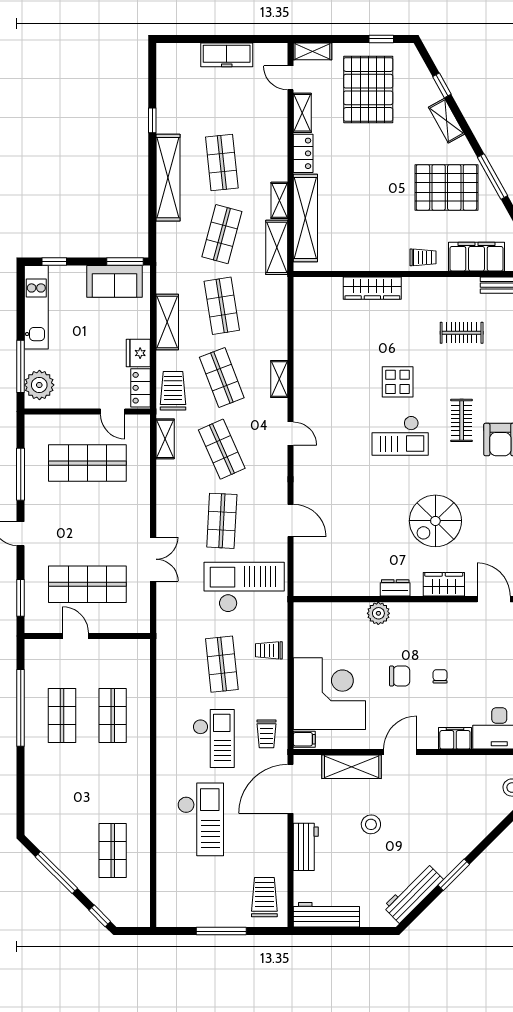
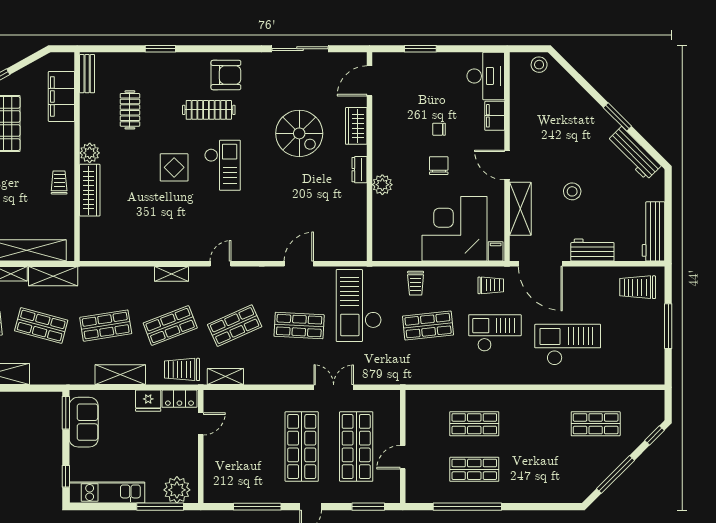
trolley: (423, 257) -> (59, 183), moved
plant: (414, 288) -> (90, 153), added
clothes rail: (462, 420) -> (209, 110), width x1.36
shop shelf: (87, 463) -> (302, 447), moved

